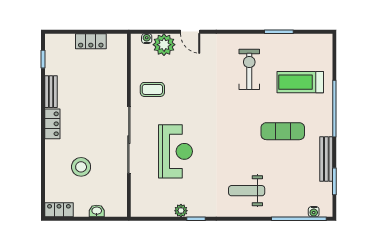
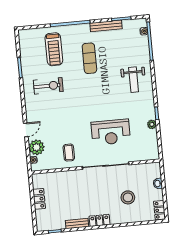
exercise bike: (249, 69) -> (48, 86), turned 180
reception desk: (176, 151) -> (111, 132), turned 180

